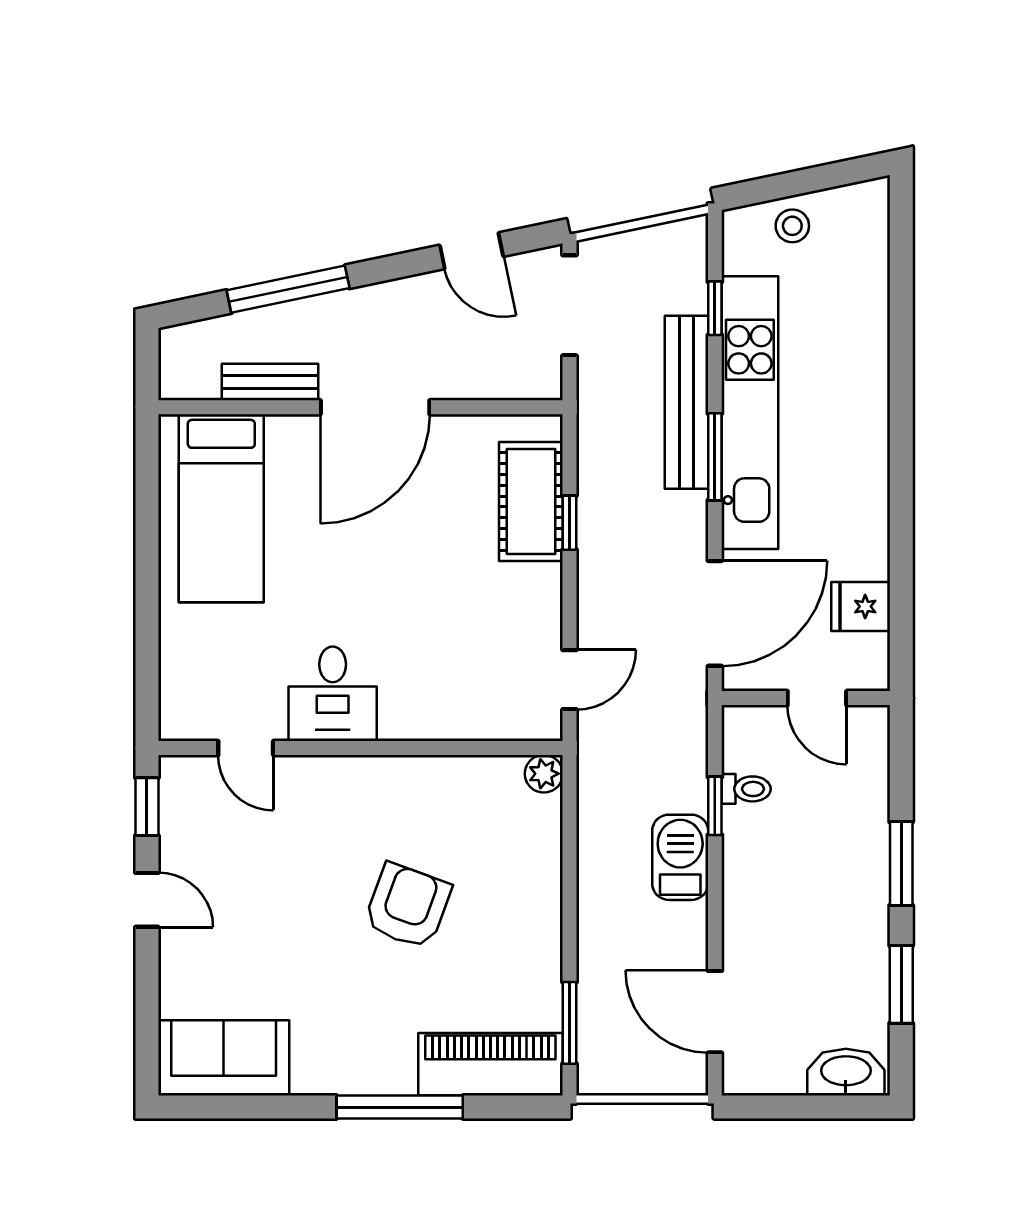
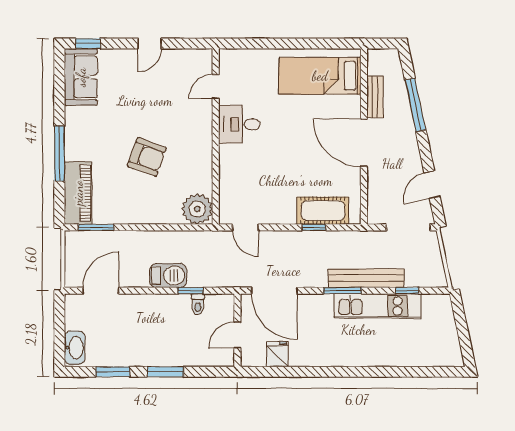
stool: (792, 226) -> (443, 324), removed
kitchen unit: (750, 413) -> (377, 306), width x0.73
plant: (544, 774) -> (197, 209), width x1.88, depth x1.88
window: (147, 807) -> (88, 43), moved

